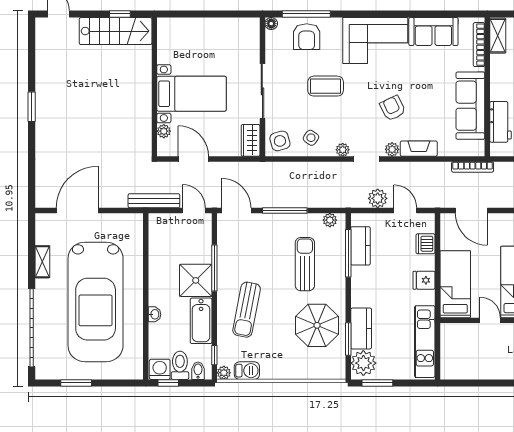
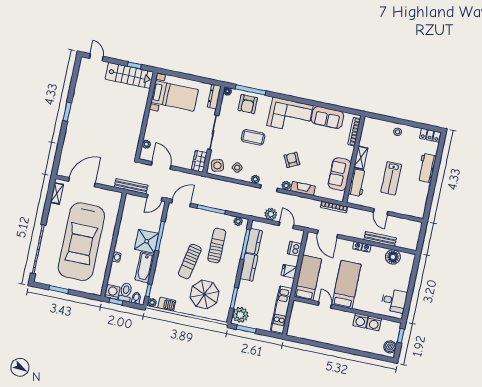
dresser: (253, 36) -> (214, 96), added
shelving: (498, 36) -> (361, 158), moved
bed with nightstands: (192, 94) -> (175, 96), moved
sofa: (470, 106) -> (340, 174), width x0.73
door: (194, 210) -> (155, 198), swing flipped
door: (236, 210) -> (181, 203), hinge flipped
shelving: (42, 262) -> (57, 193), moved
sun lounger: (247, 310) -> (190, 261), moved
parasol: (317, 325) -> (205, 294), moved
kitchen counter: (361, 328) -> (249, 267), moved

